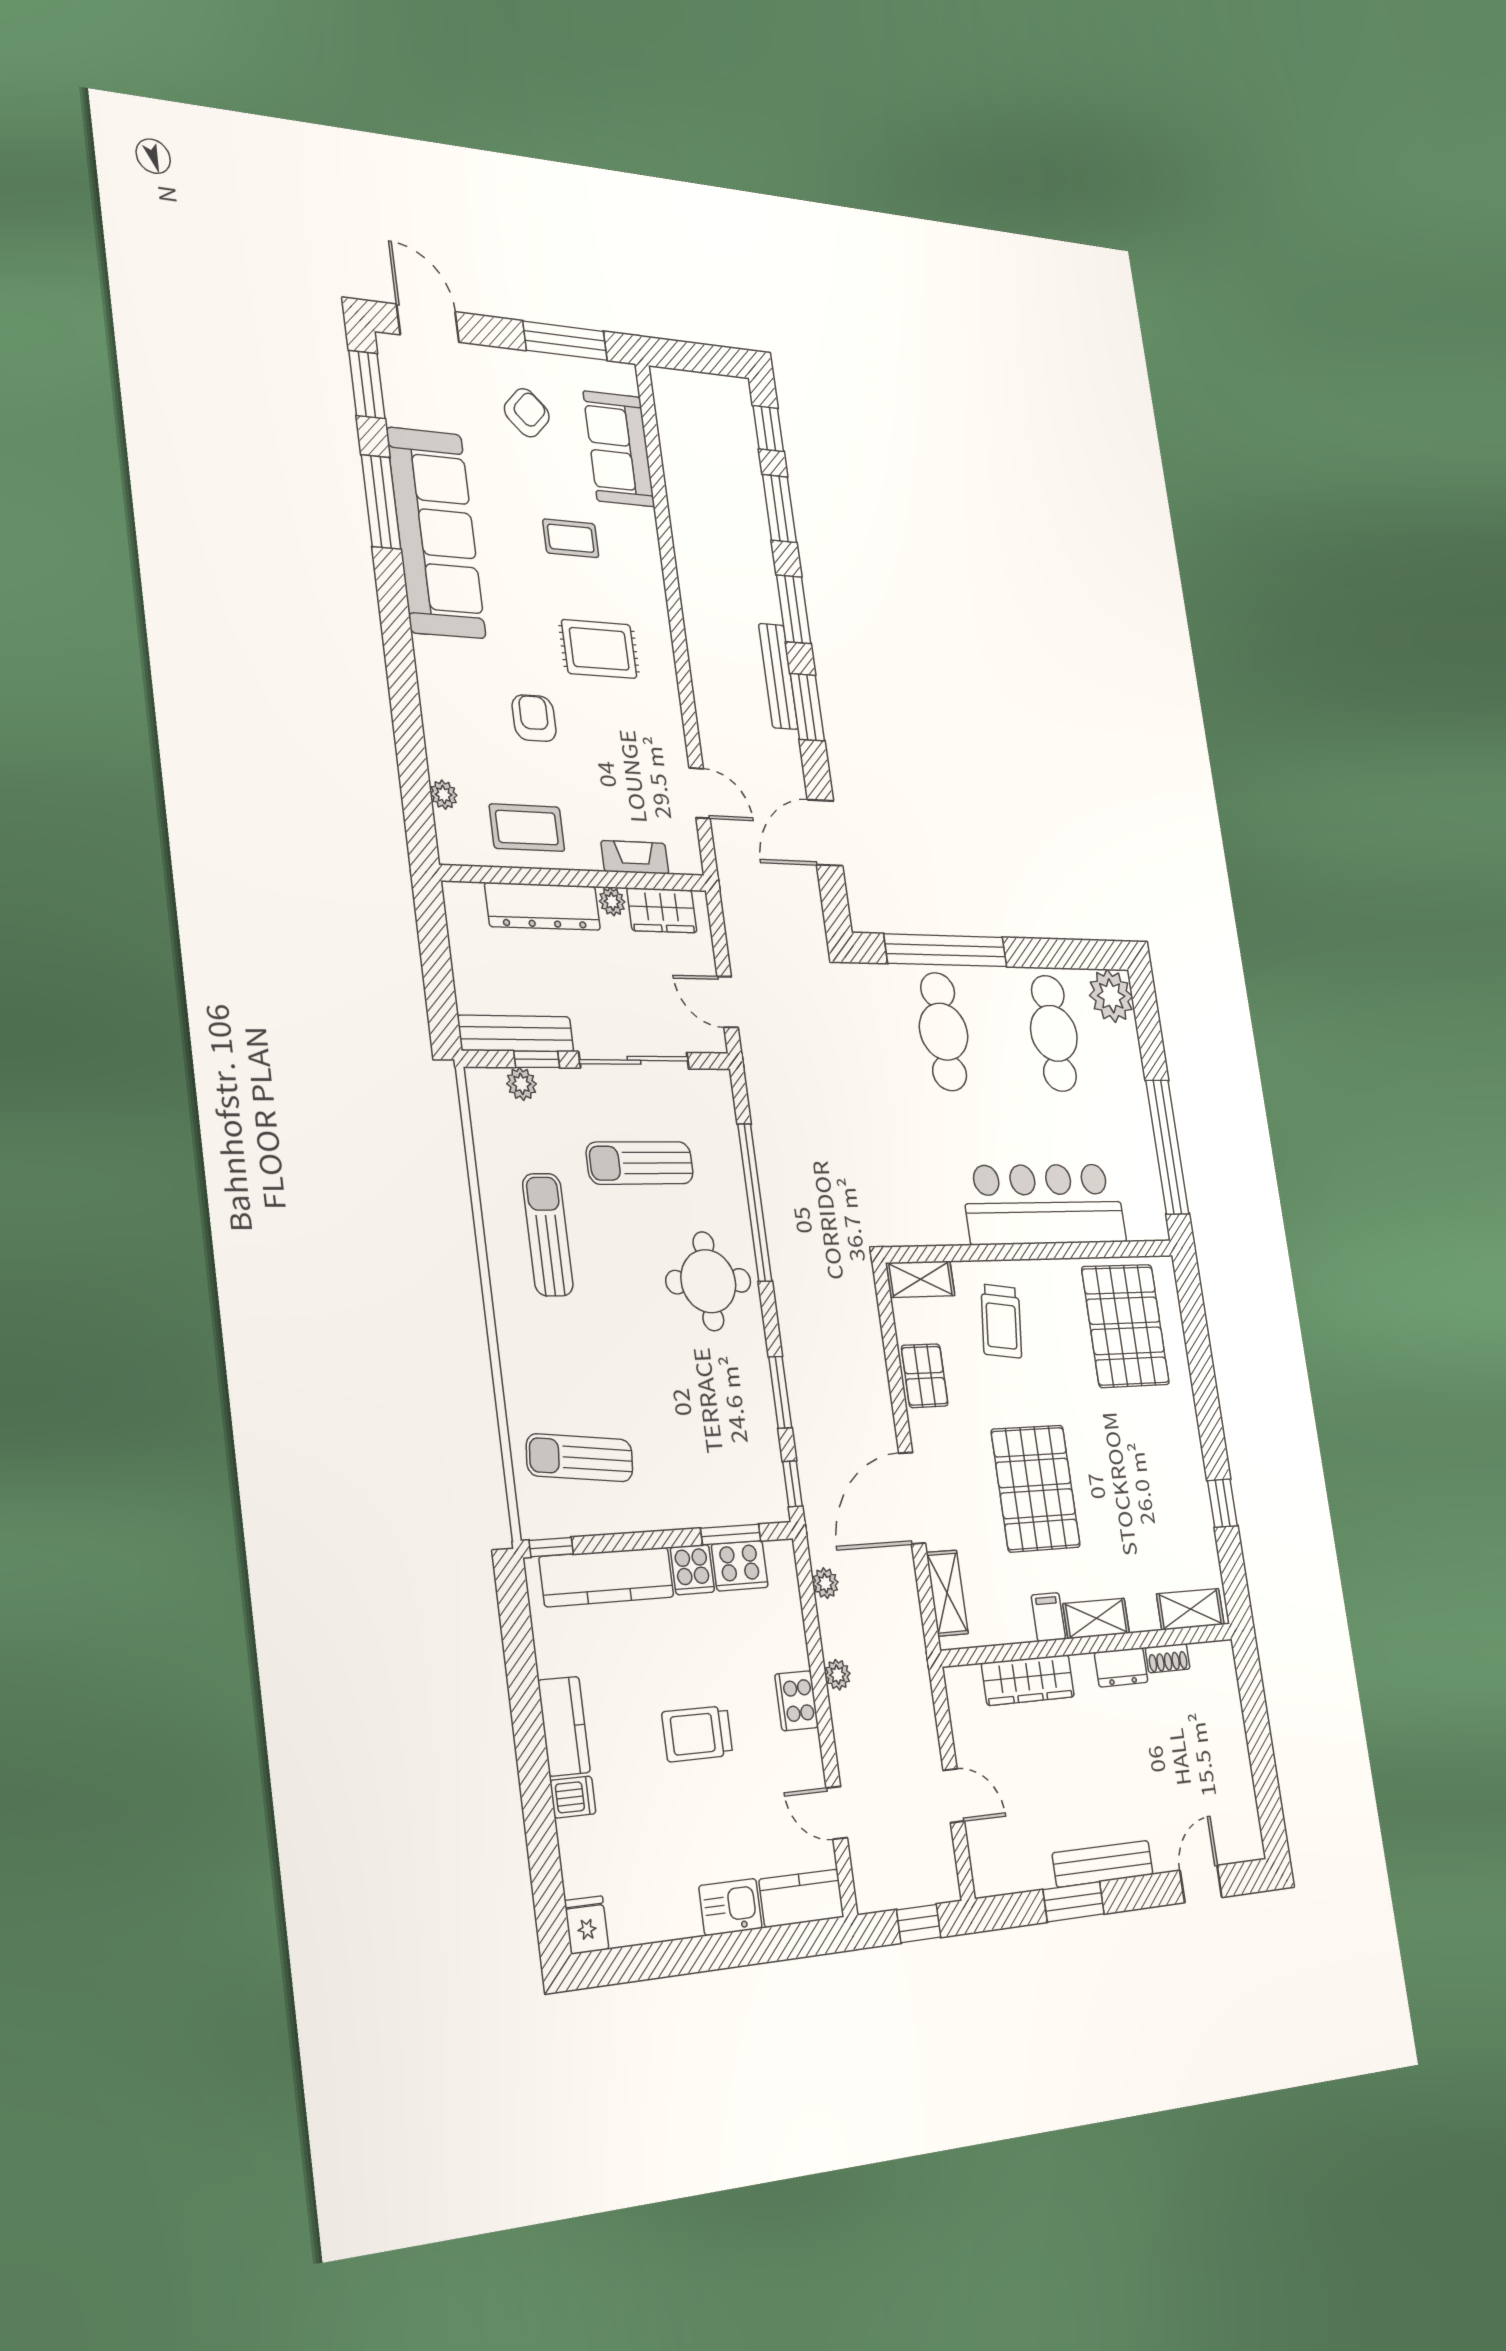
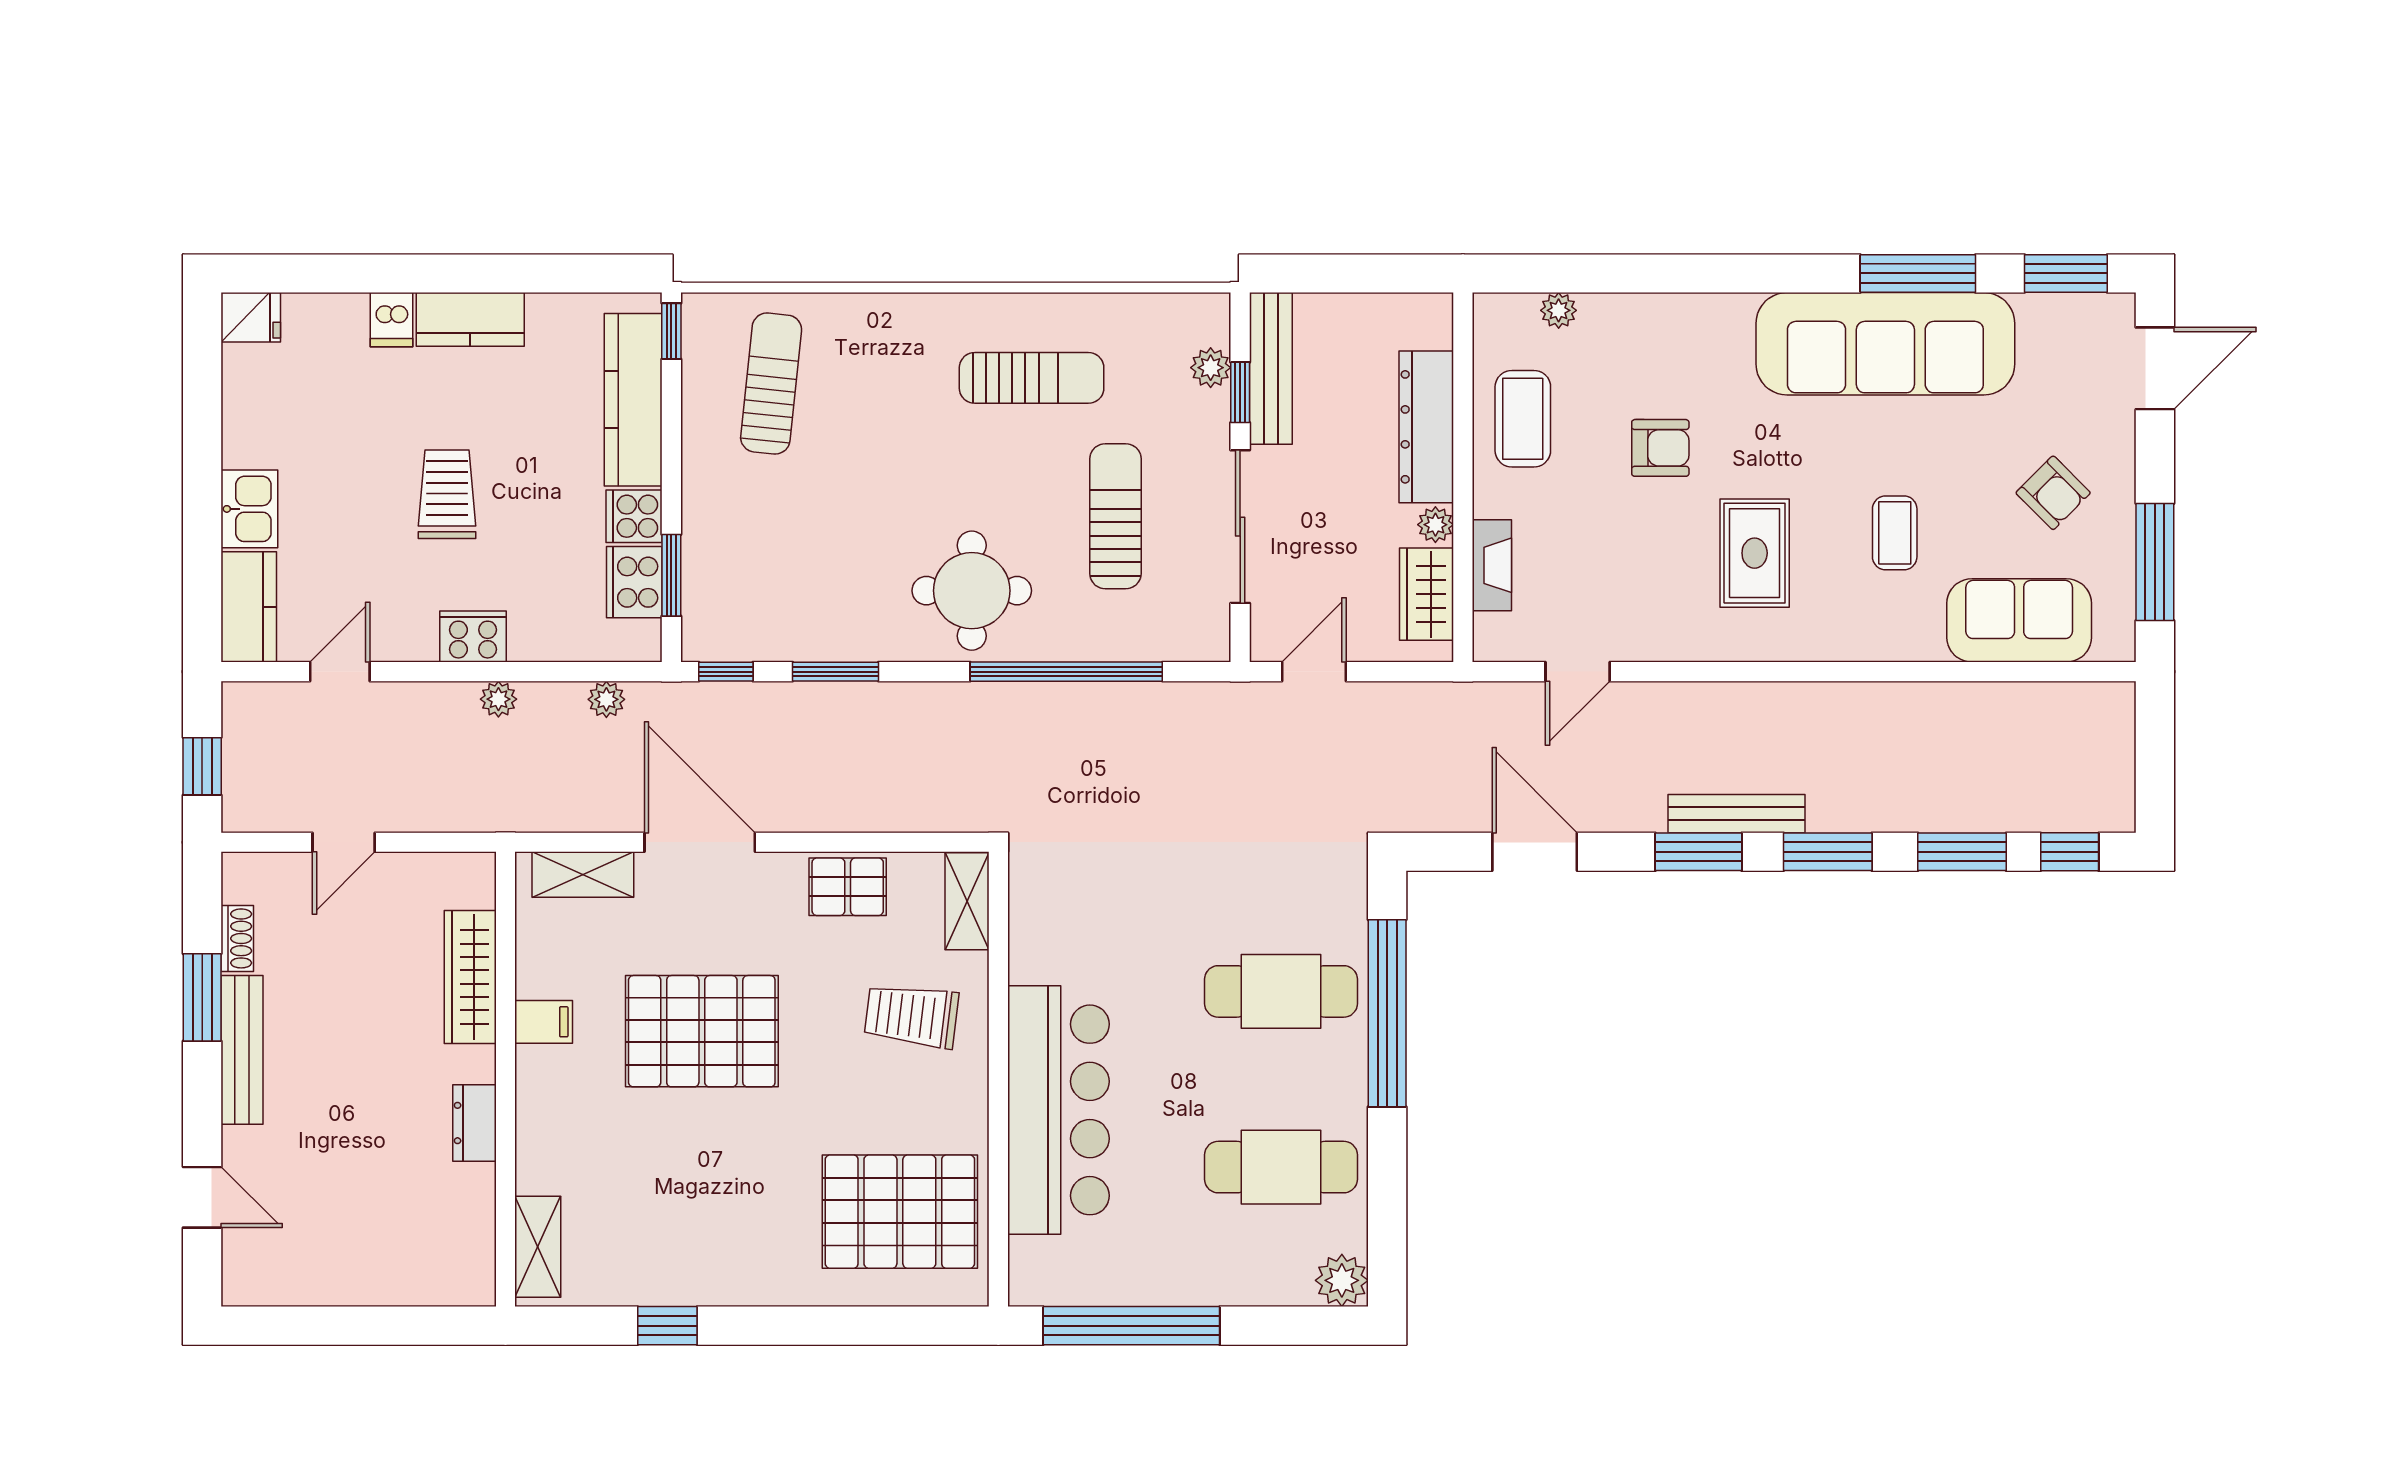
plant: (1111, 996) -> (1342, 1280), width x0.73, depth x0.73
shelving: (1096, 1618) -> (537, 1096), removed
shoe rack: (1168, 1658) -> (237, 938), moved, turned 180

